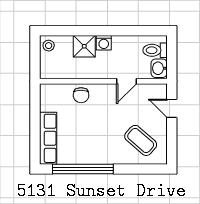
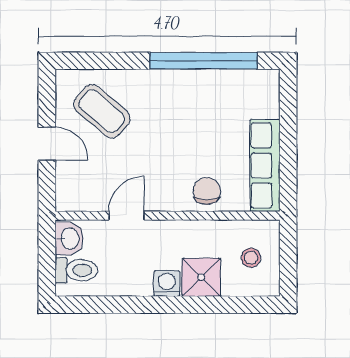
stool: (49, 46) -> (251, 258), moved
door: (172, 108) -> (47, 144), moved
row of seats: (48, 138) -> (265, 165), moved

